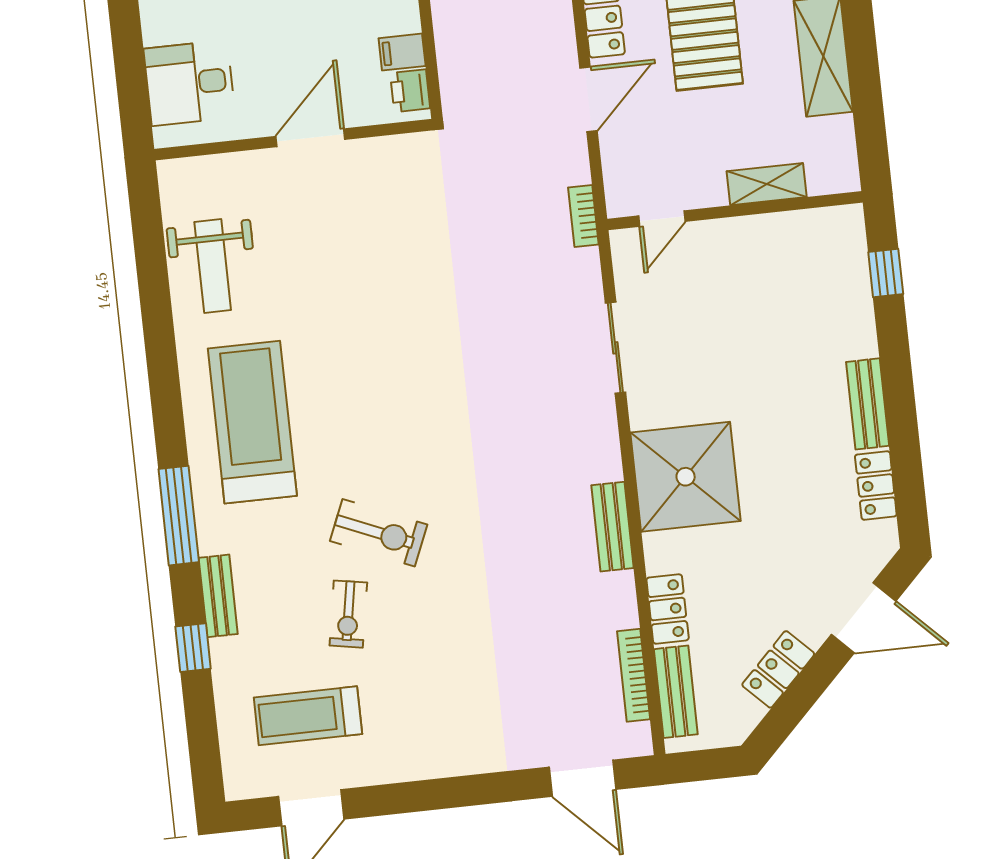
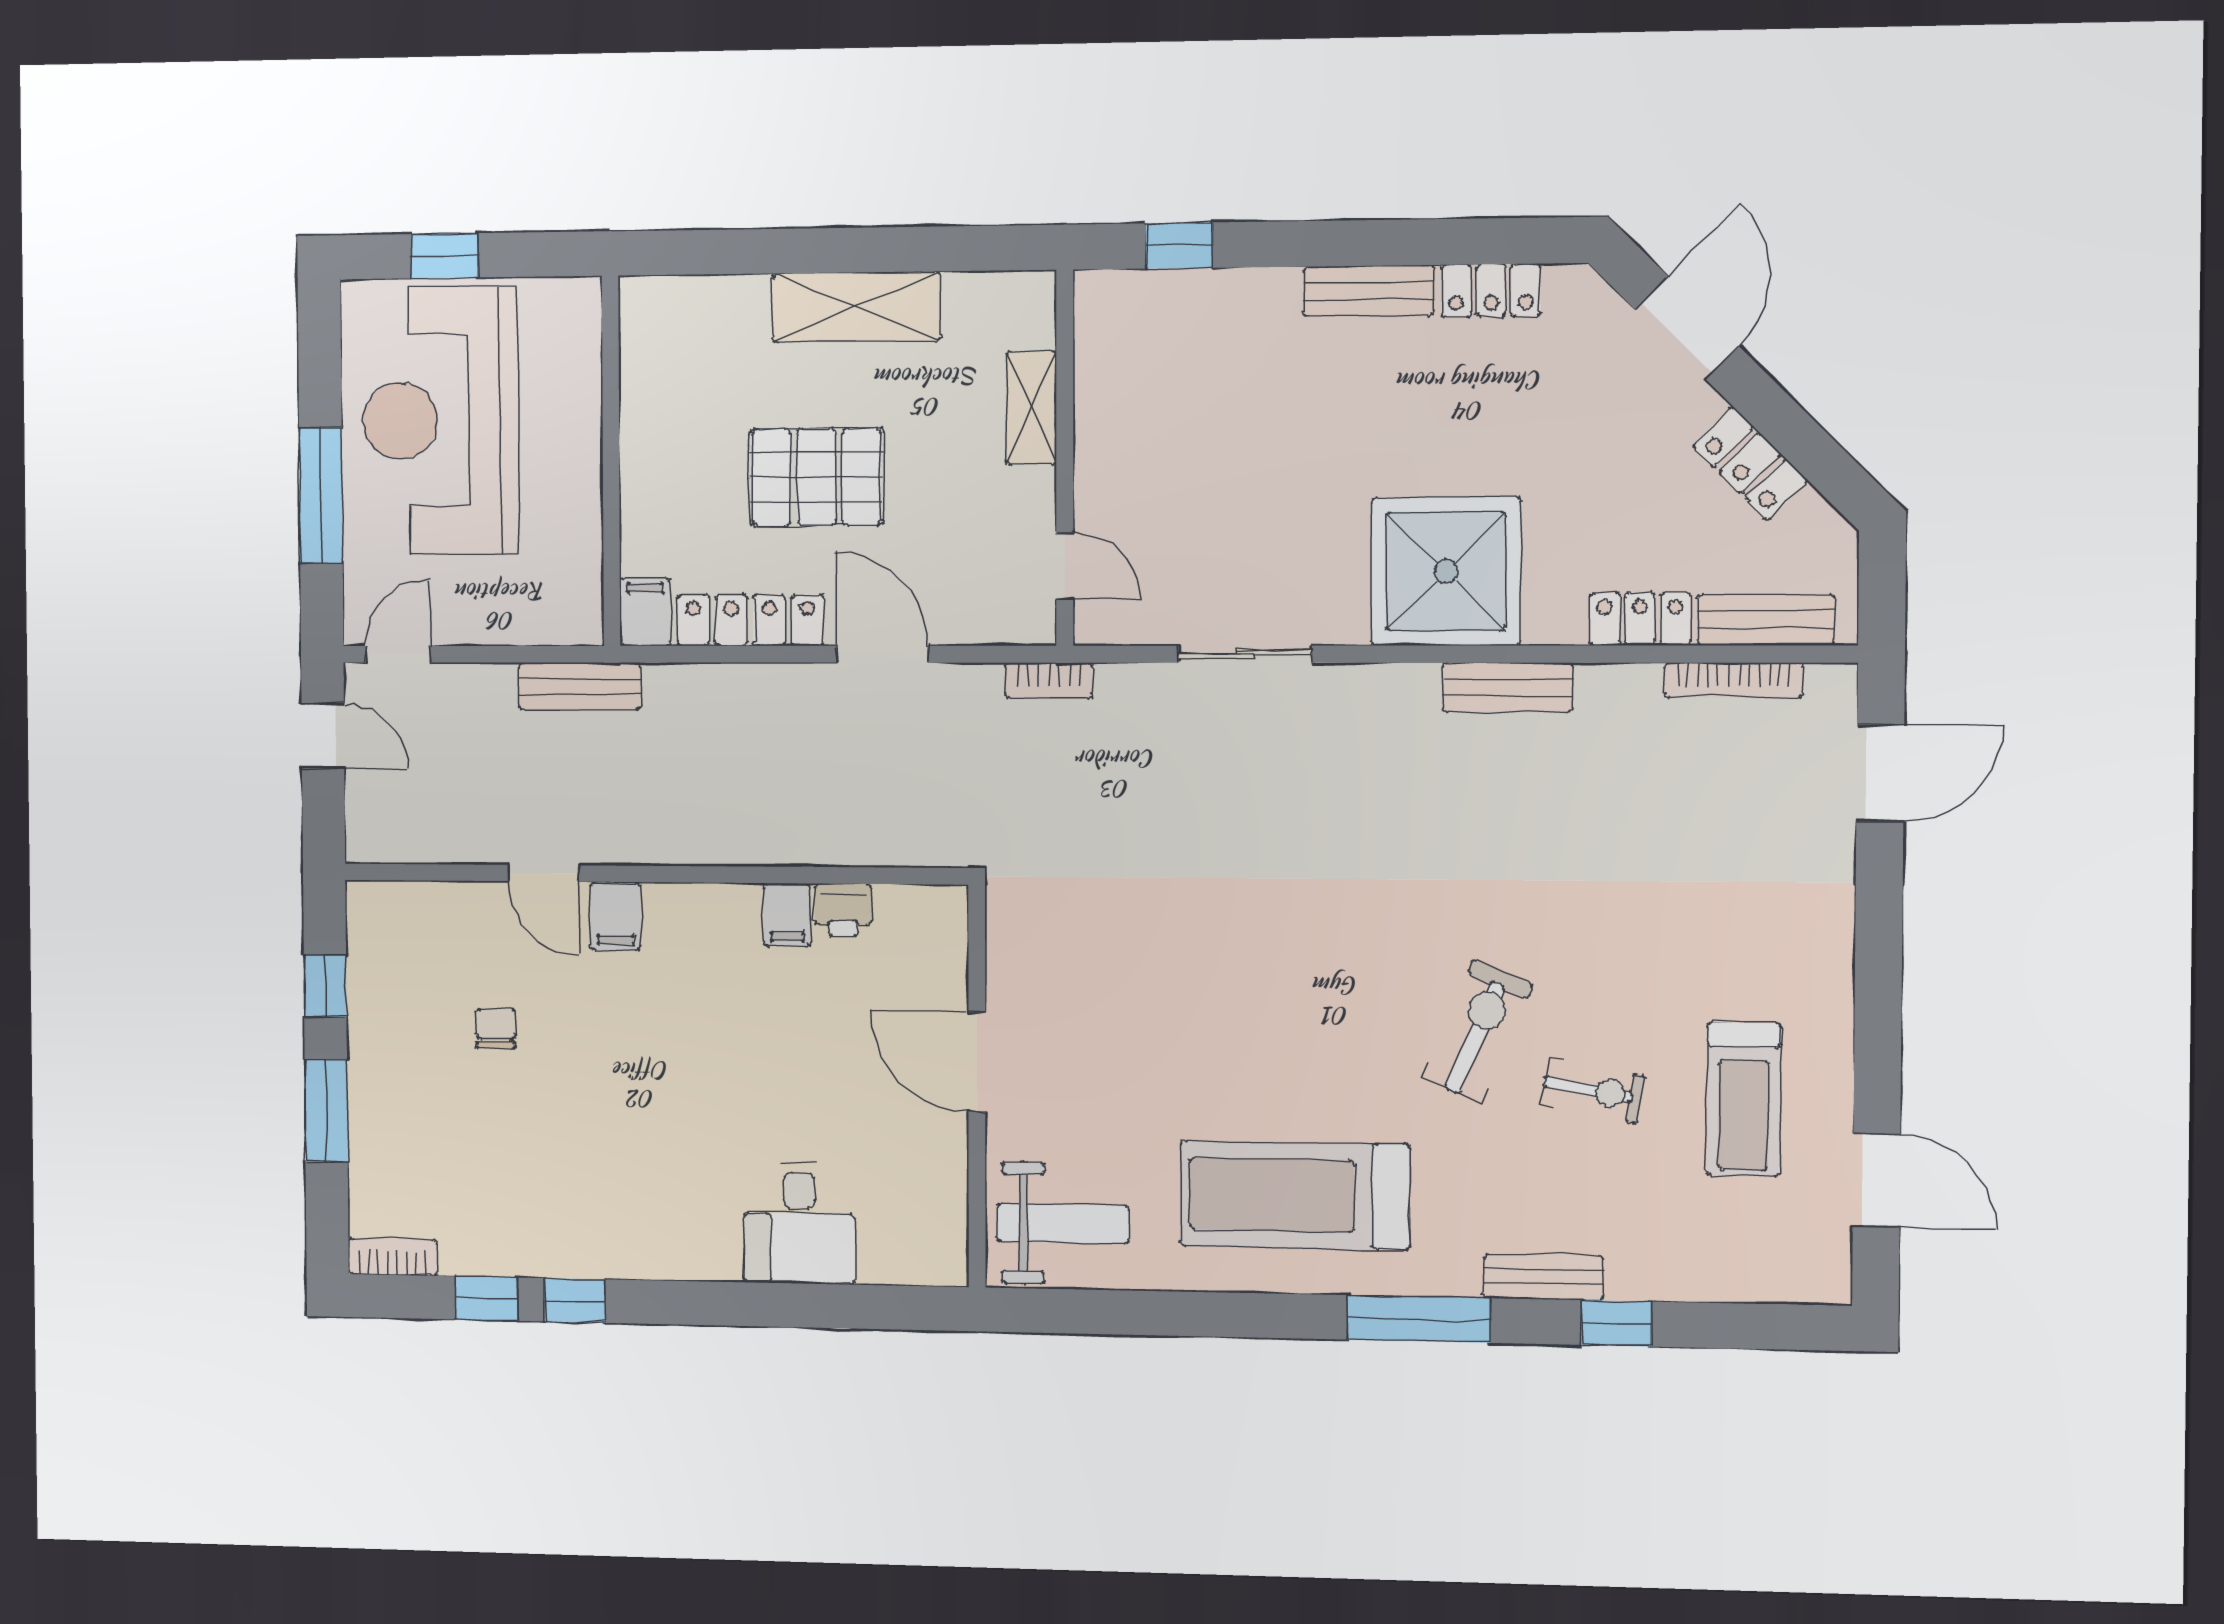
door: (310, 138) -> (977, 1062), moved
wall: (293, 140) -> (977, 1087), moved
treadmill: (308, 716) -> (1743, 1100), moved

